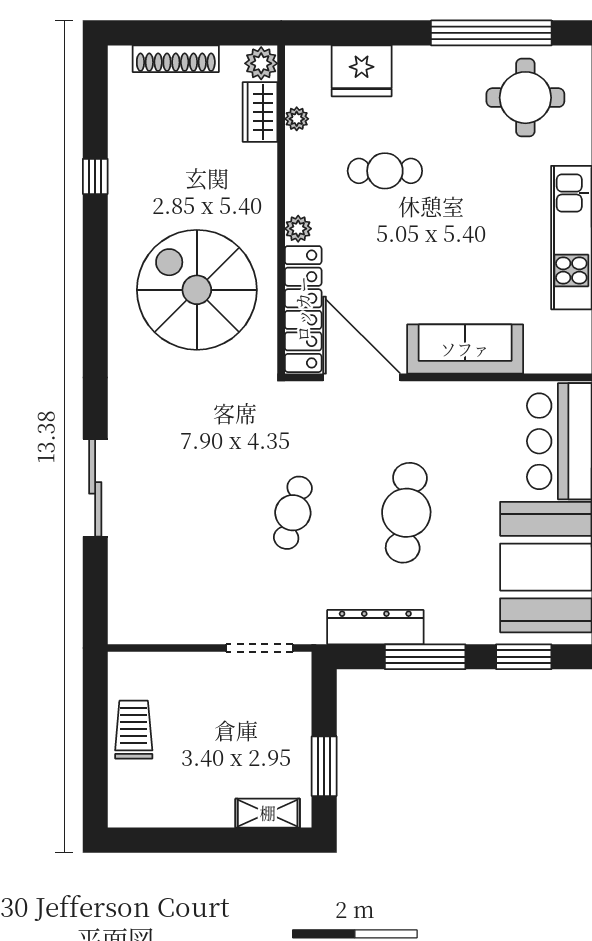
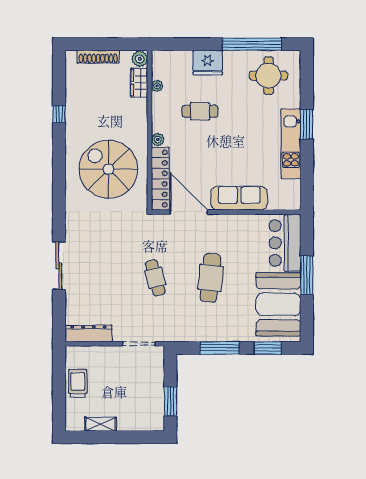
fridge: (362, 71) -> (208, 63), moved
cafe table: (293, 513) -> (155, 278), turned -30
dresser: (375, 627) -> (88, 334), moved
shelving: (268, 813) -> (100, 424), moved

